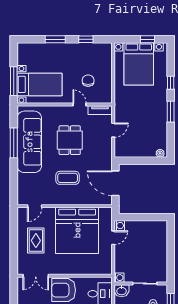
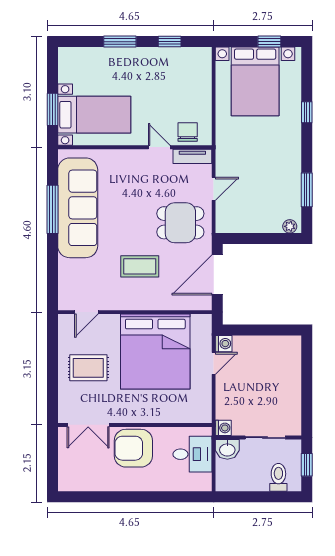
window: (14, 81) -> (52, 109), width x0.69
chair: (88, 81) -> (188, 132), moved
window: (171, 112) -> (307, 190), moved
dining table: (70, 140) -> (180, 223), moved, turned 90
door: (115, 183) -> (217, 275), hinge flipped
rug: (36, 241) -> (88, 368), turned 90

